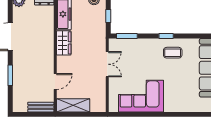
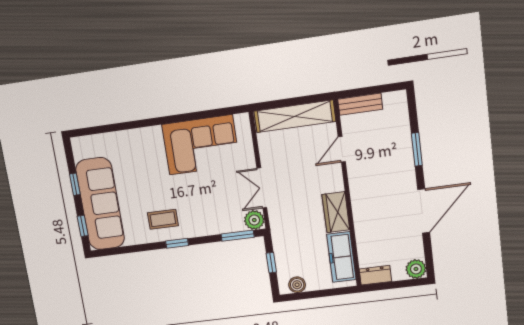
plant: (115, 45) -> (254, 220), added
shelving: (73, 105) -> (295, 116), width x1.47

